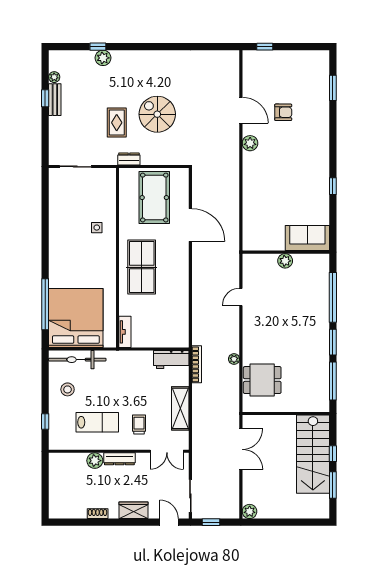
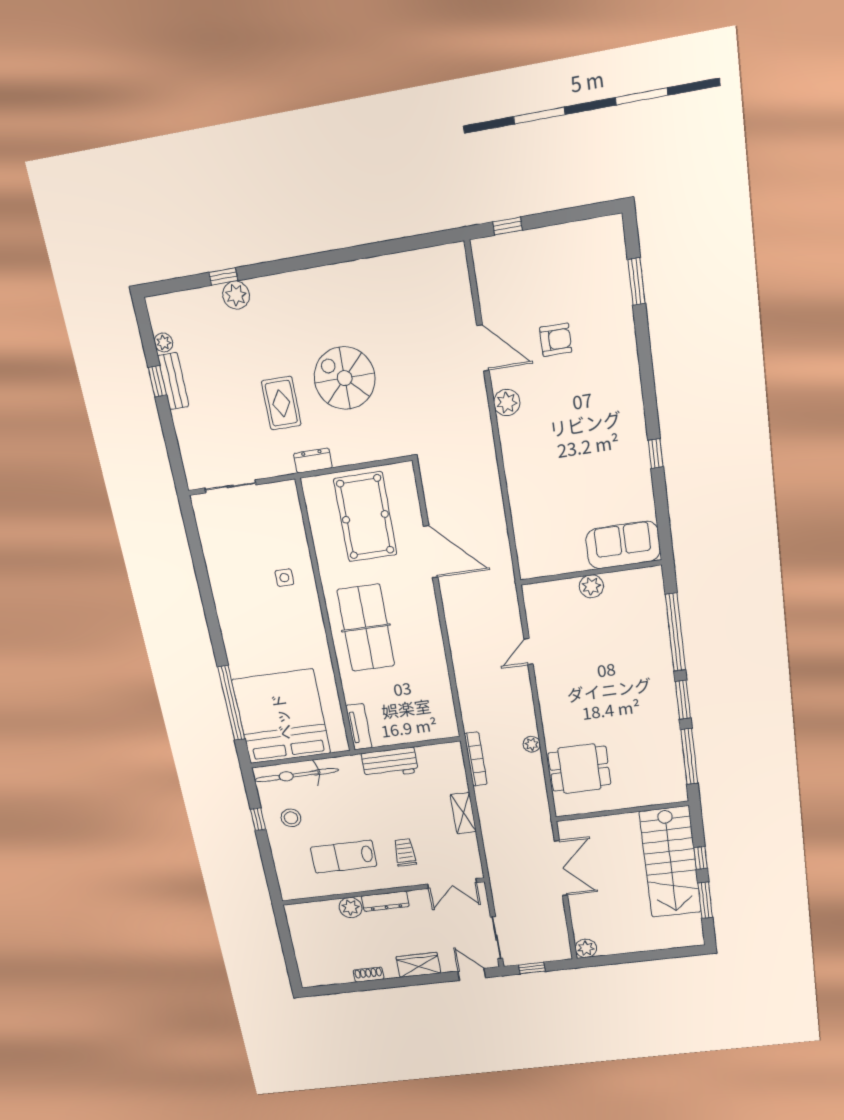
workbench: (171, 359) -> (390, 763), moved
shelving: (180, 408) -> (463, 813), width x0.67, depth x0.75
window: (45, 421) -> (258, 819), moved
lab bench: (97, 422) -> (344, 857), turned 180

